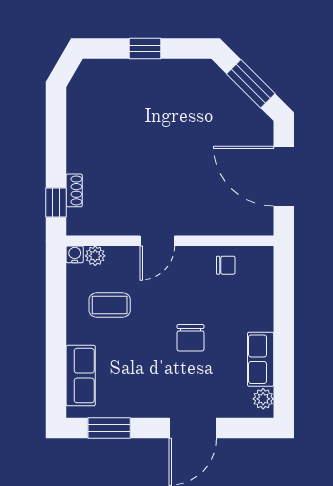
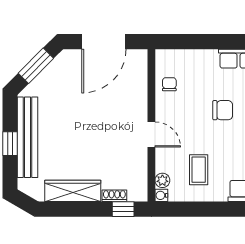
bench: (154, 72) -> (27, 137), added
wardrobe: (81, 134) -> (73, 191), added

